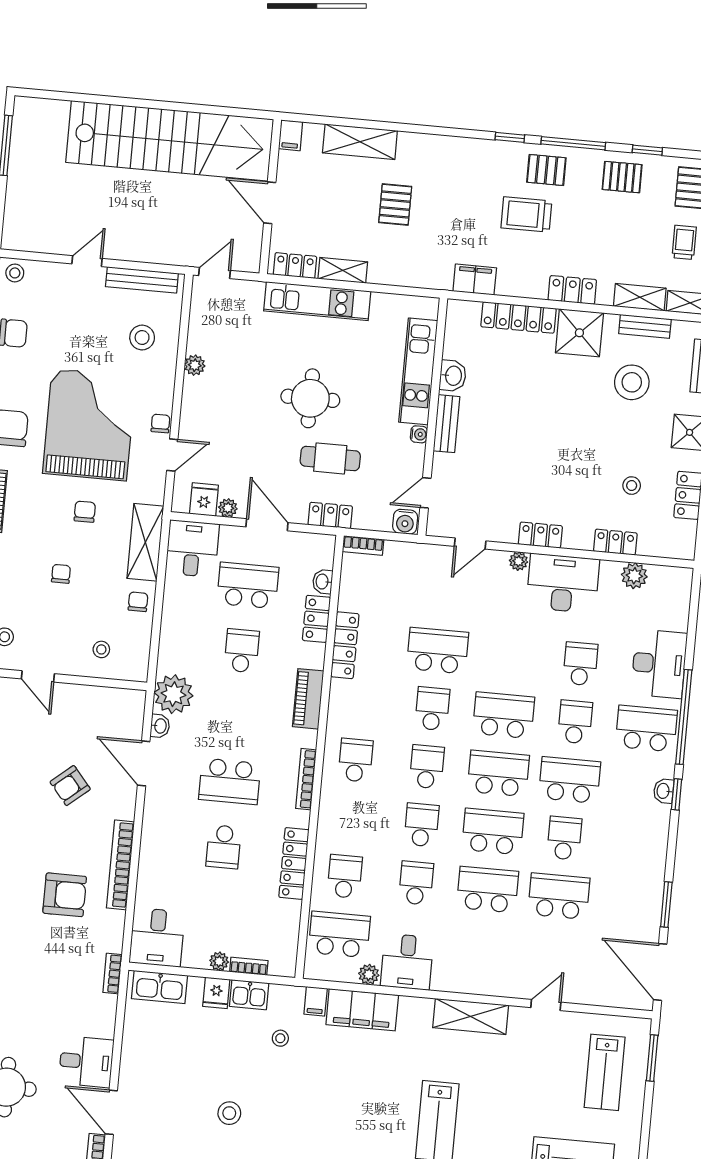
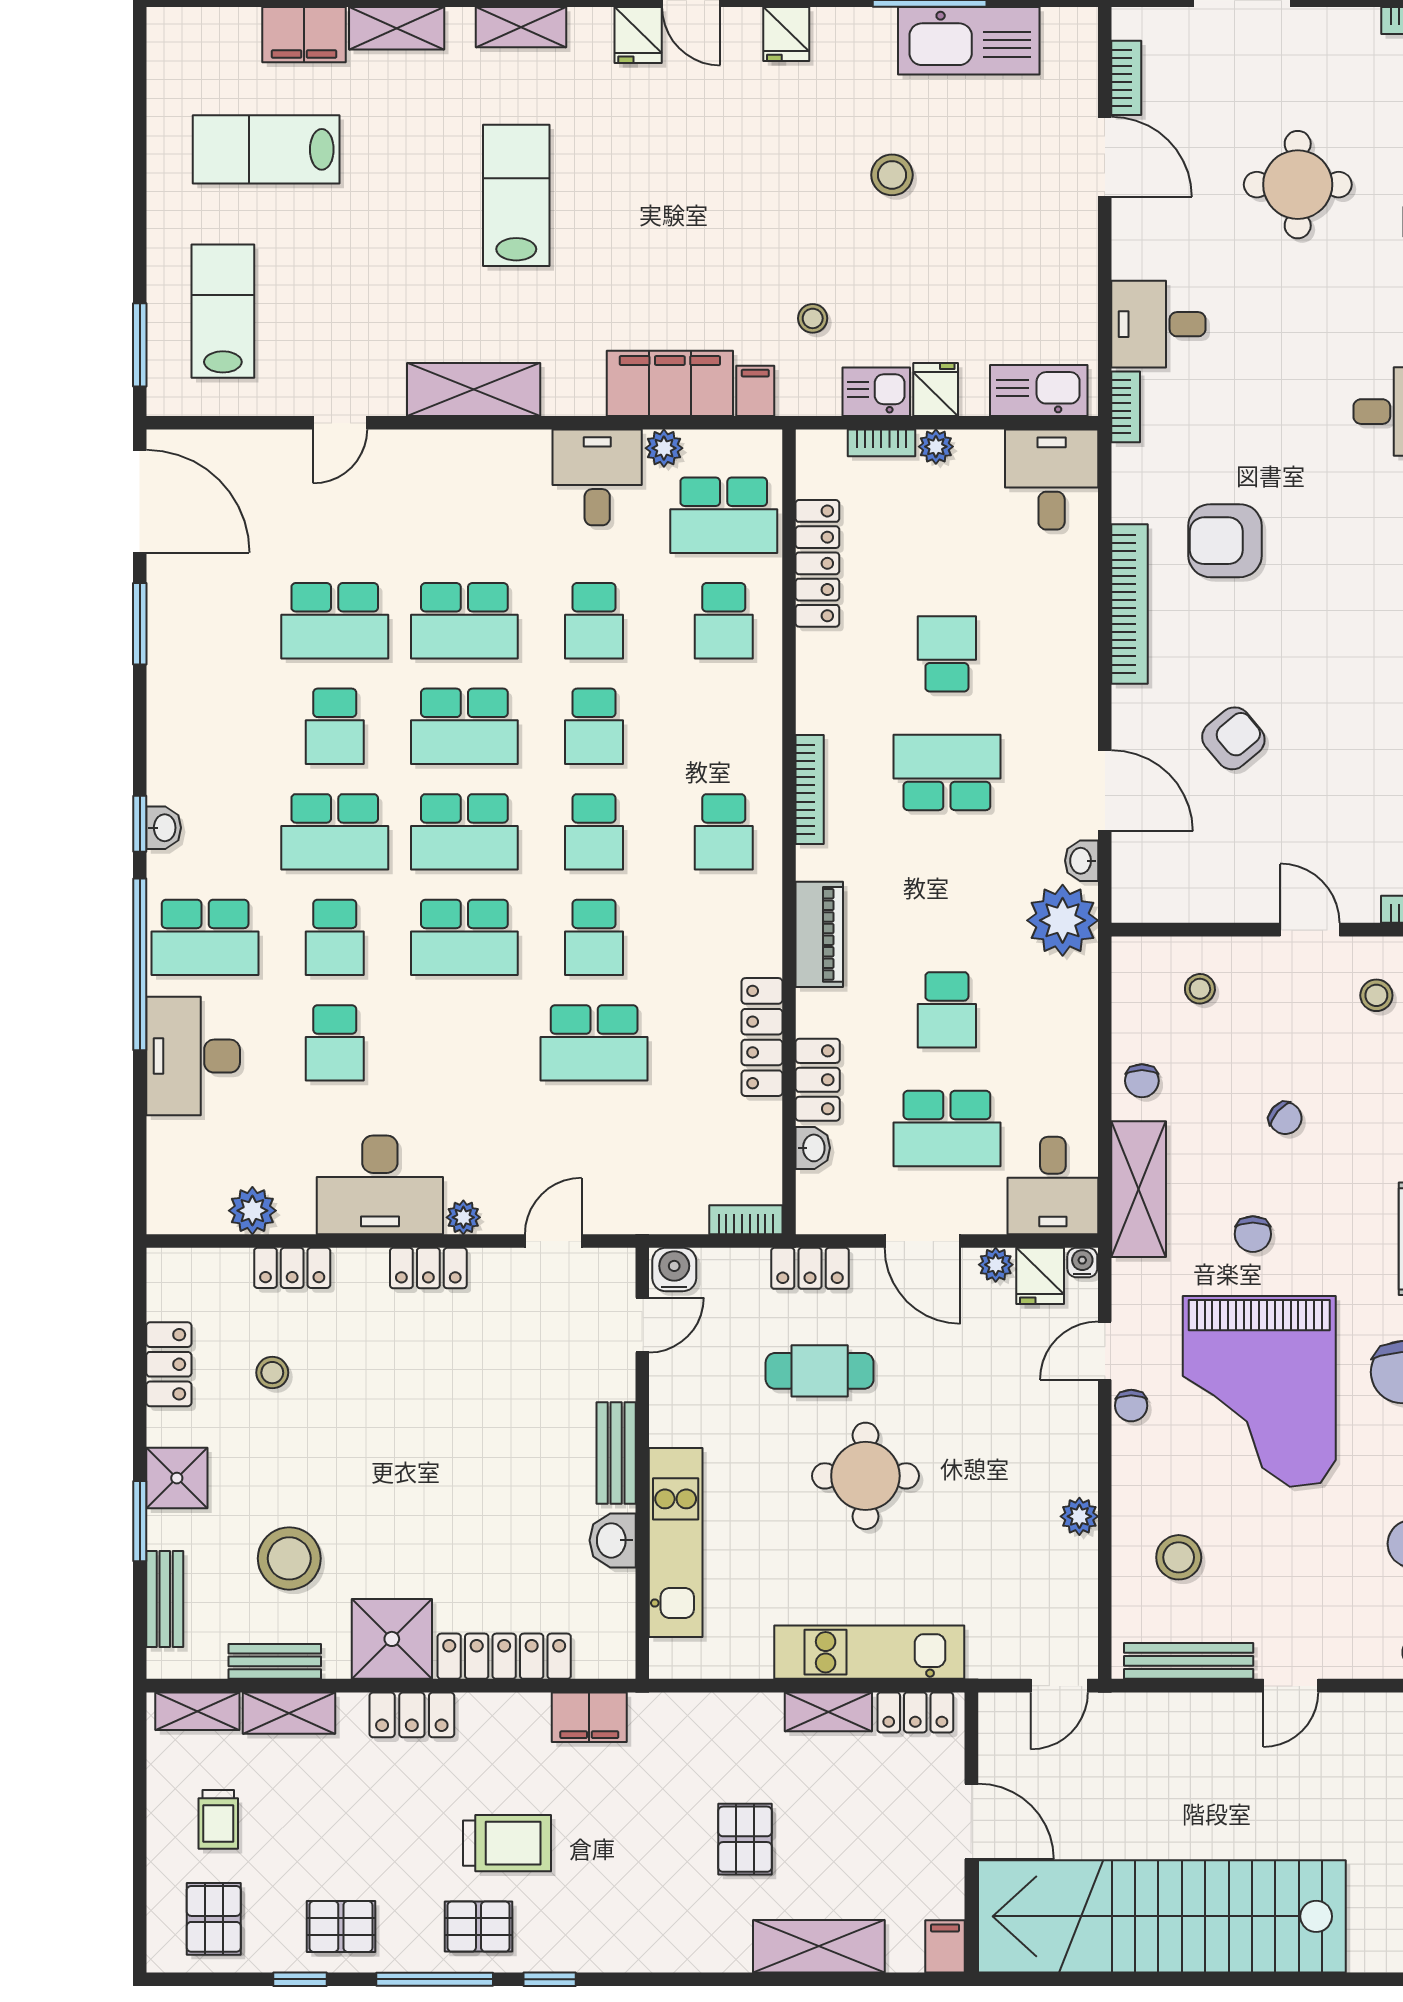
water cooler: (419, 434) -> (1082, 1263), moved, turned 90
chair: (61, 574) -> (1285, 1118), turned -49
locker: (294, 863) -> (817, 563), moved
desk: (86, 1062) -> (1158, 324), moved

